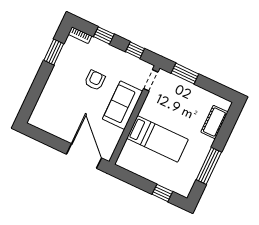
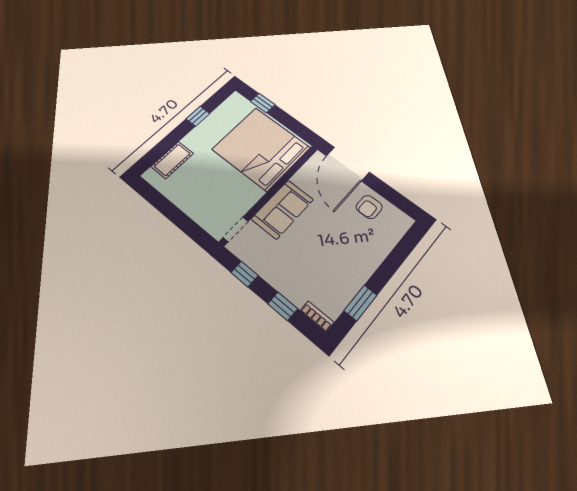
window: (185, 74) -> (187, 226), removed
armchair: (95, 80) -> (369, 207), moved
bed: (157, 139) -> (261, 148), width x2.04
window: (209, 166) -> (198, 116), width x0.46

